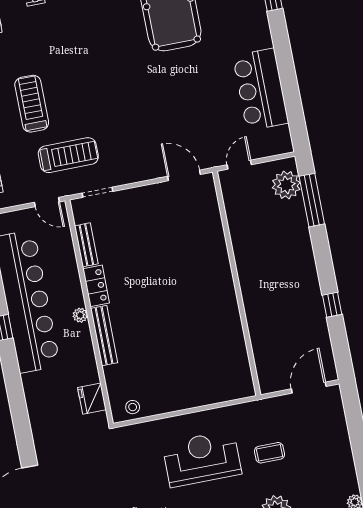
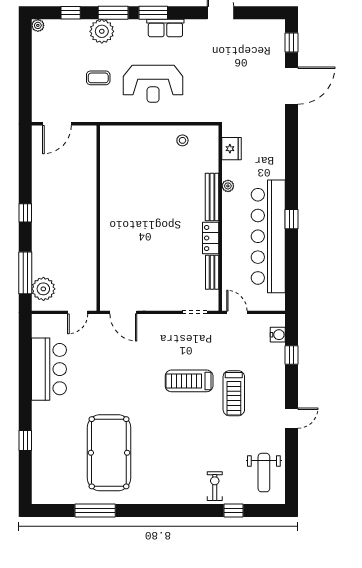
treadmill: (68, 155) -> (189, 381), moved
window: (332, 305) -> (25, 213), moved
plant: (80, 315) -> (228, 186), moved
stool: (133, 407) -> (182, 140), moved

